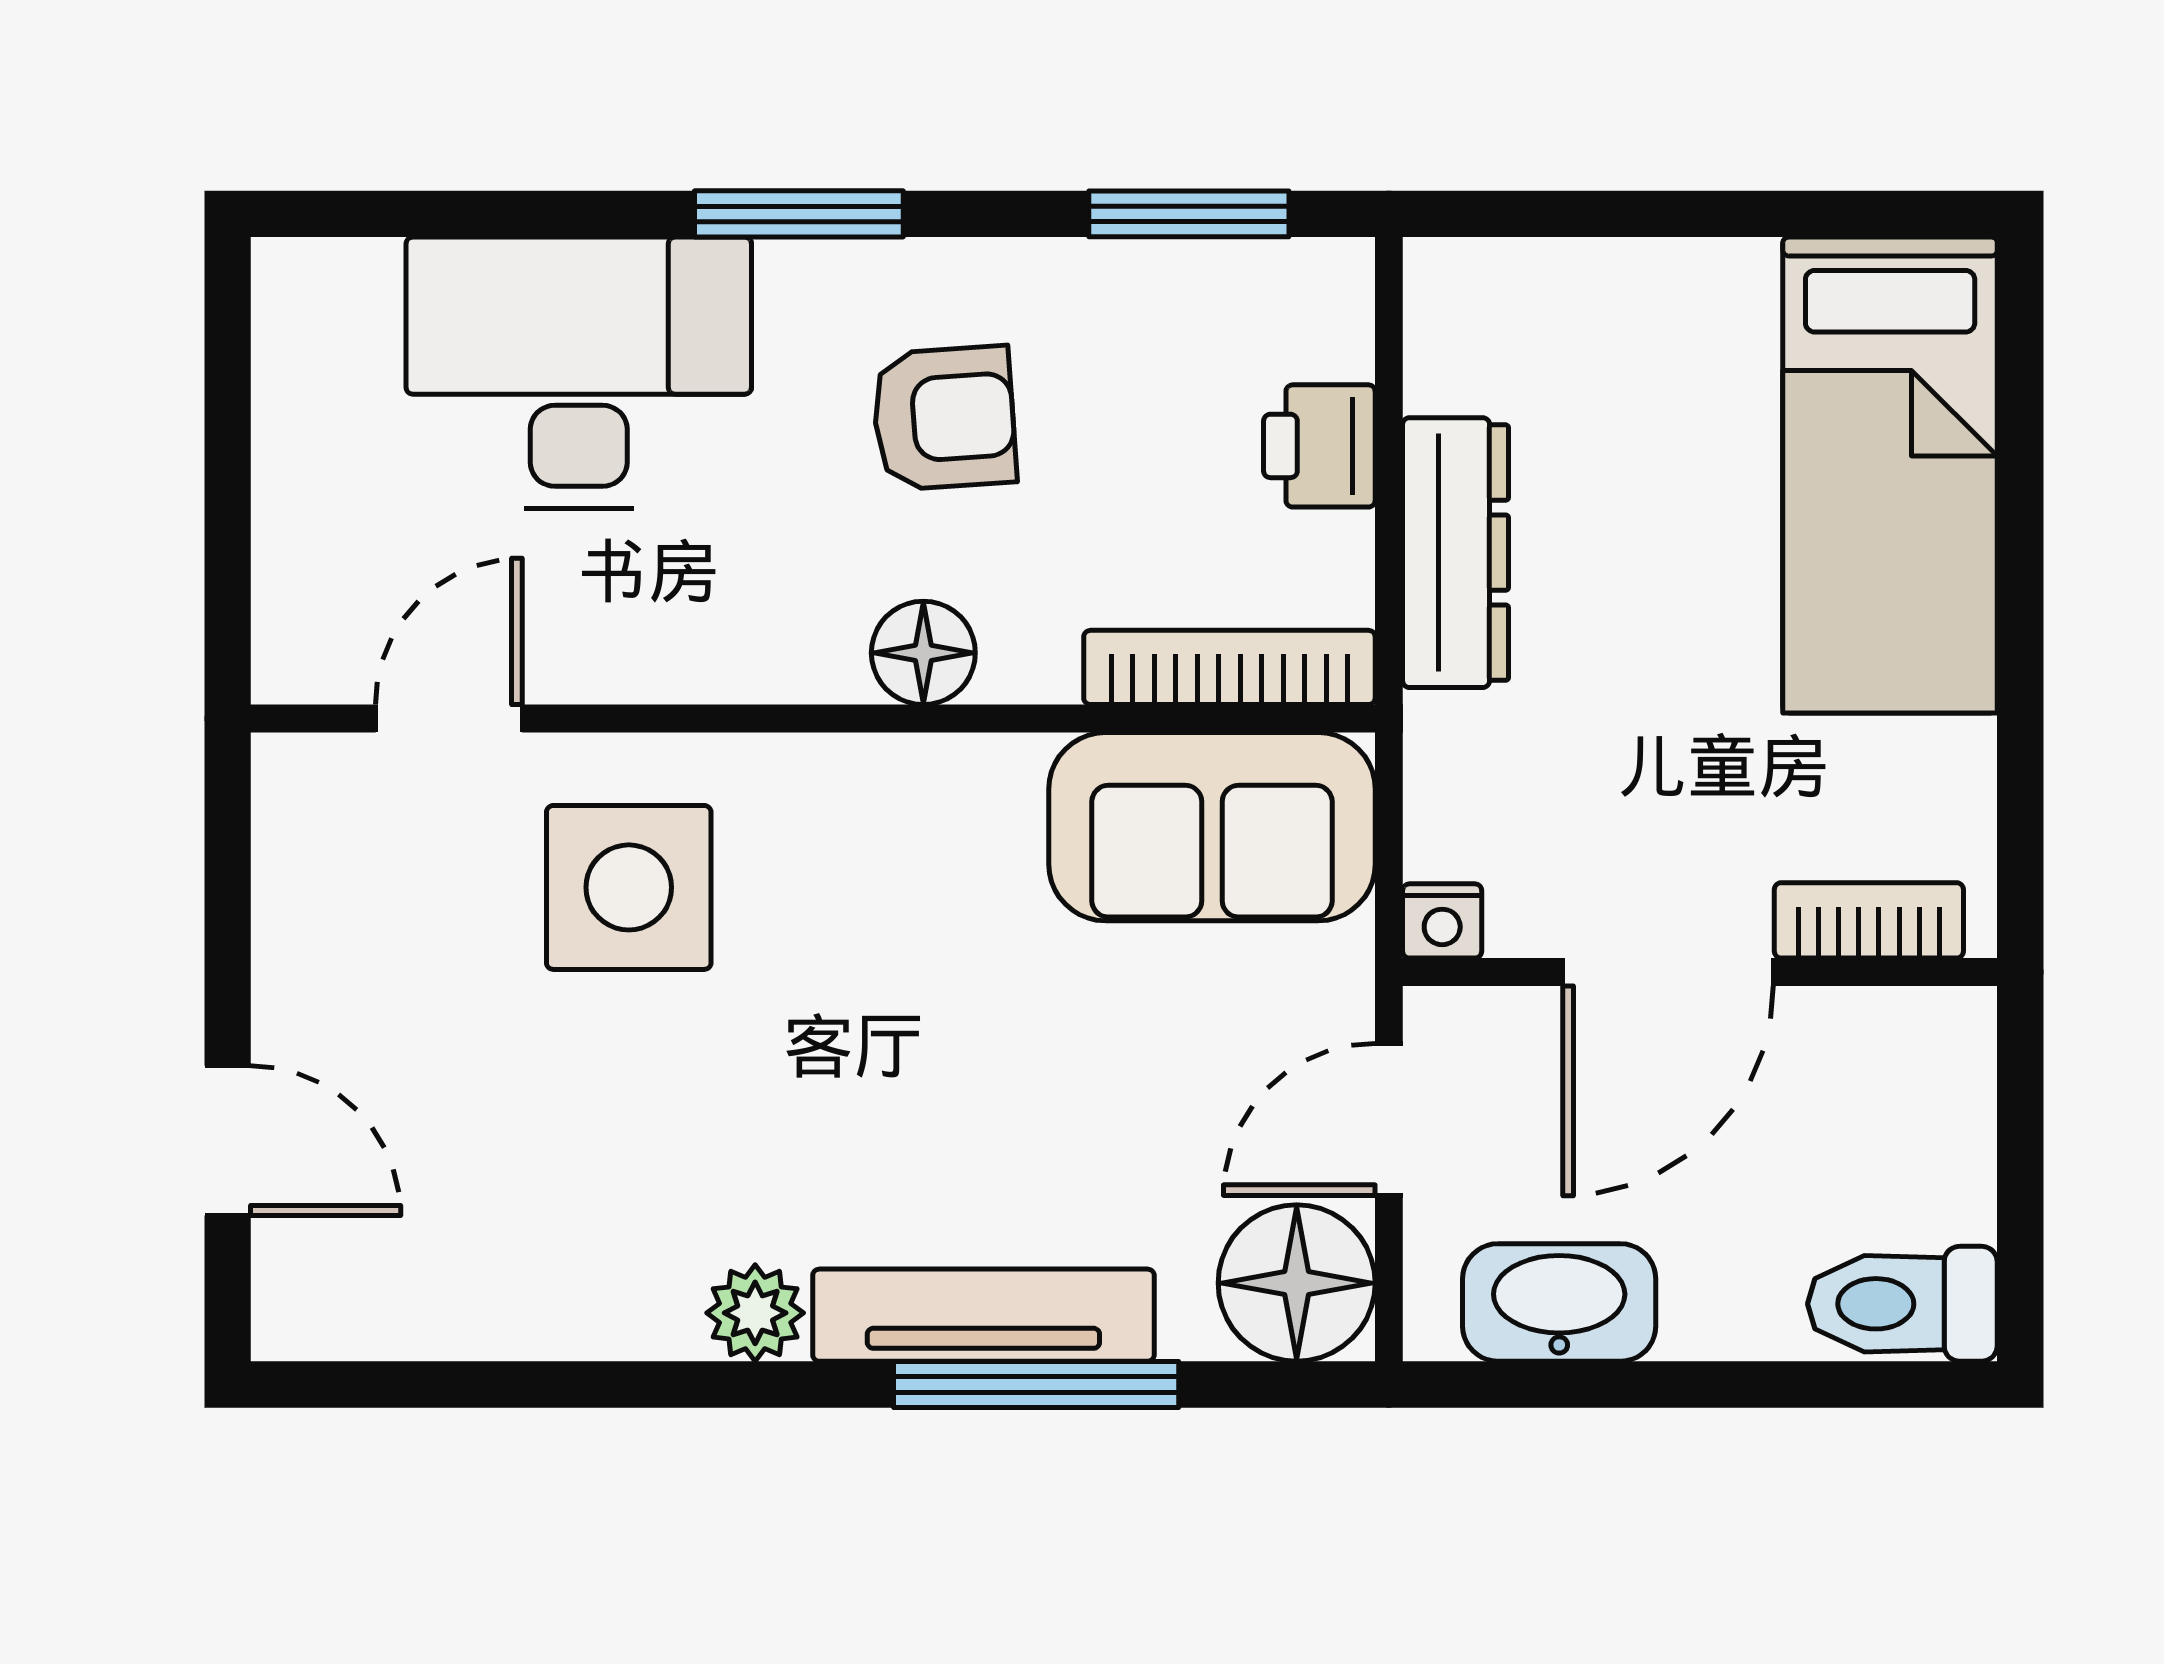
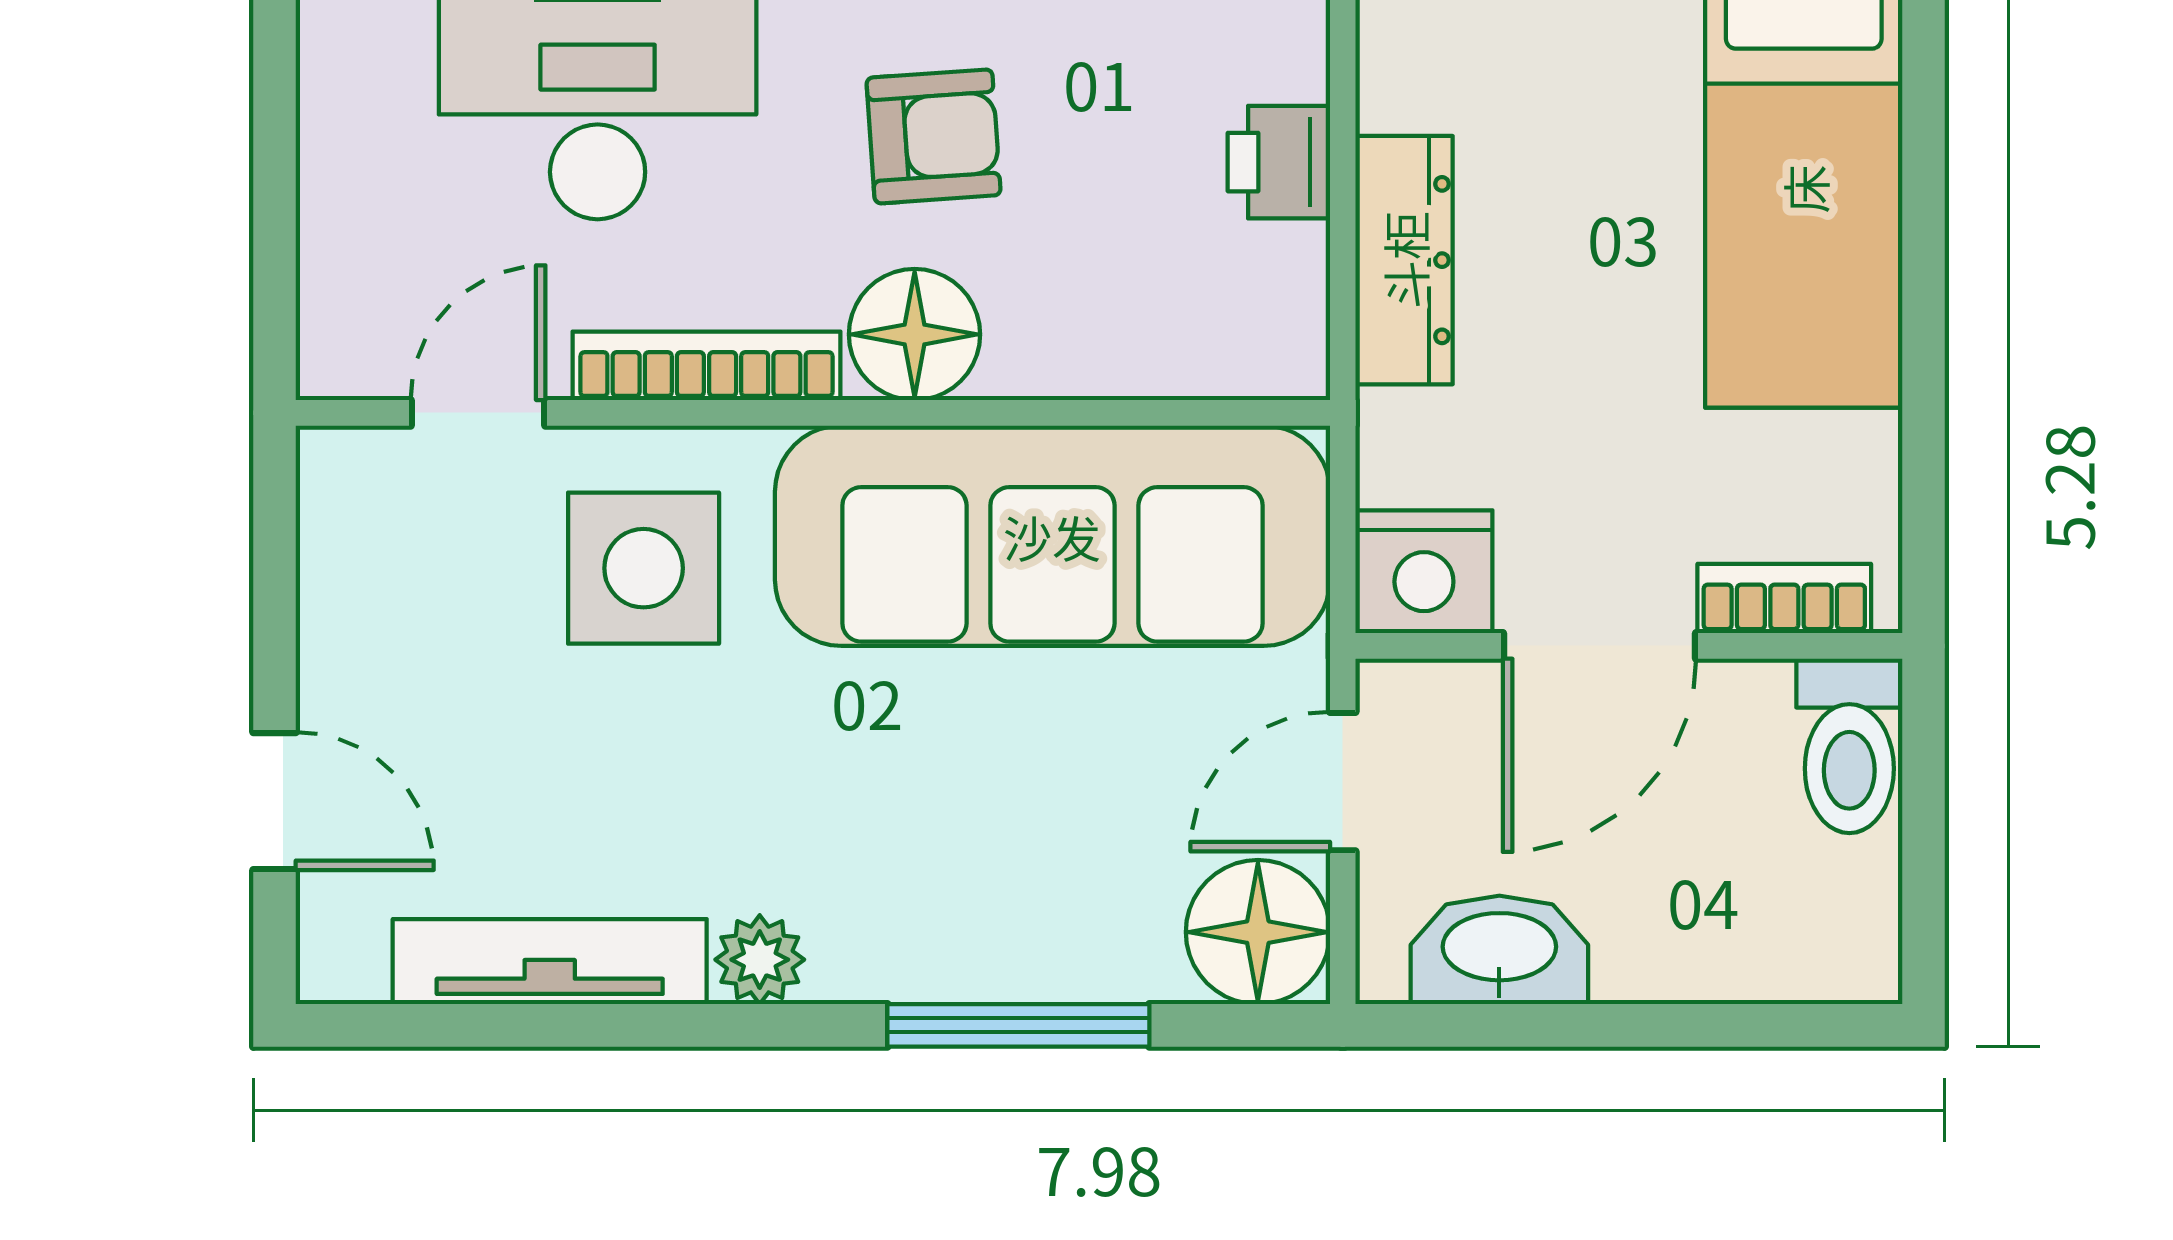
floor lamp: (923, 653) -> (915, 334), width x1.38, depth x1.38
bookcase: (1229, 667) -> (706, 366), moved
sofa: (1212, 827) -> (1052, 536), width x1.85, depth x1.27
nightstand: (1442, 921) -> (1424, 572), width x1.89, depth x1.79
toilet: (1902, 1304) -> (1849, 746), moved, turned -90
tv unit: (983, 1315) -> (550, 962), moved

